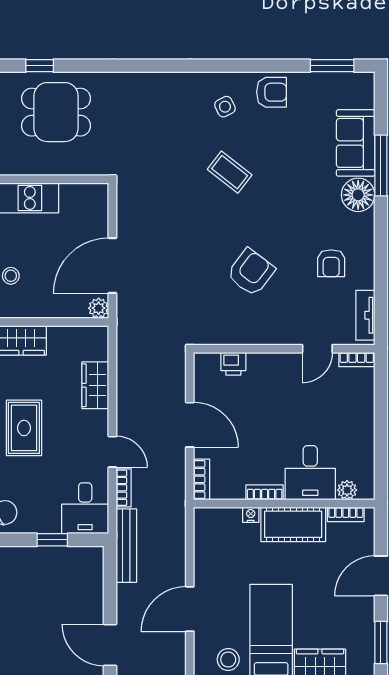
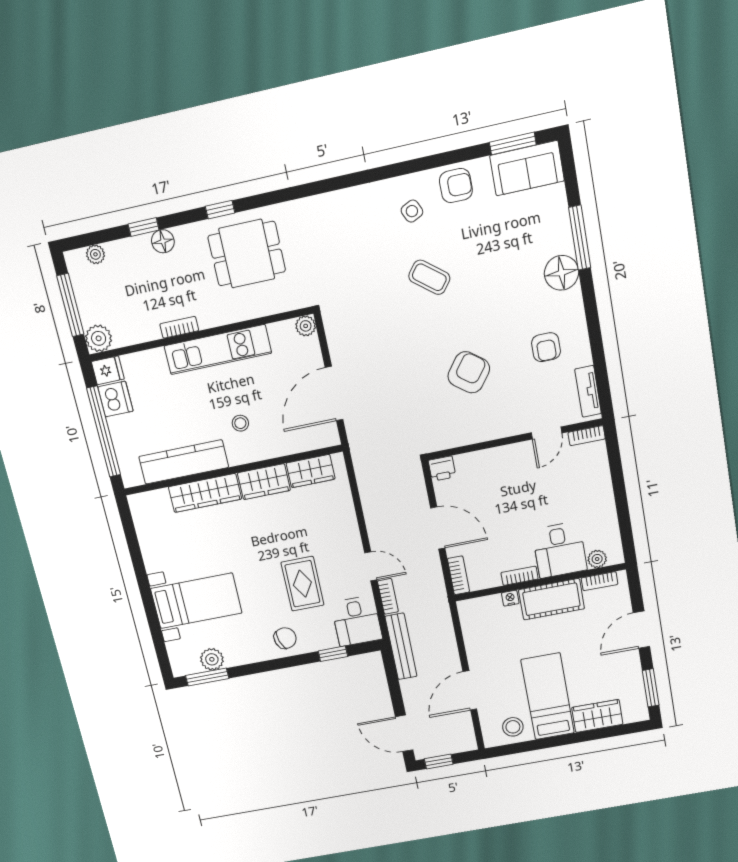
sofa: (356, 143) -> (527, 168), moved, turned -90
plant: (99, 308) -> (306, 326), moved
printer: (233, 364) -> (442, 469), moved
wardrobe: (95, 385) -> (311, 471), moved, turned -90
rug: (24, 428) -> (302, 584), moved

